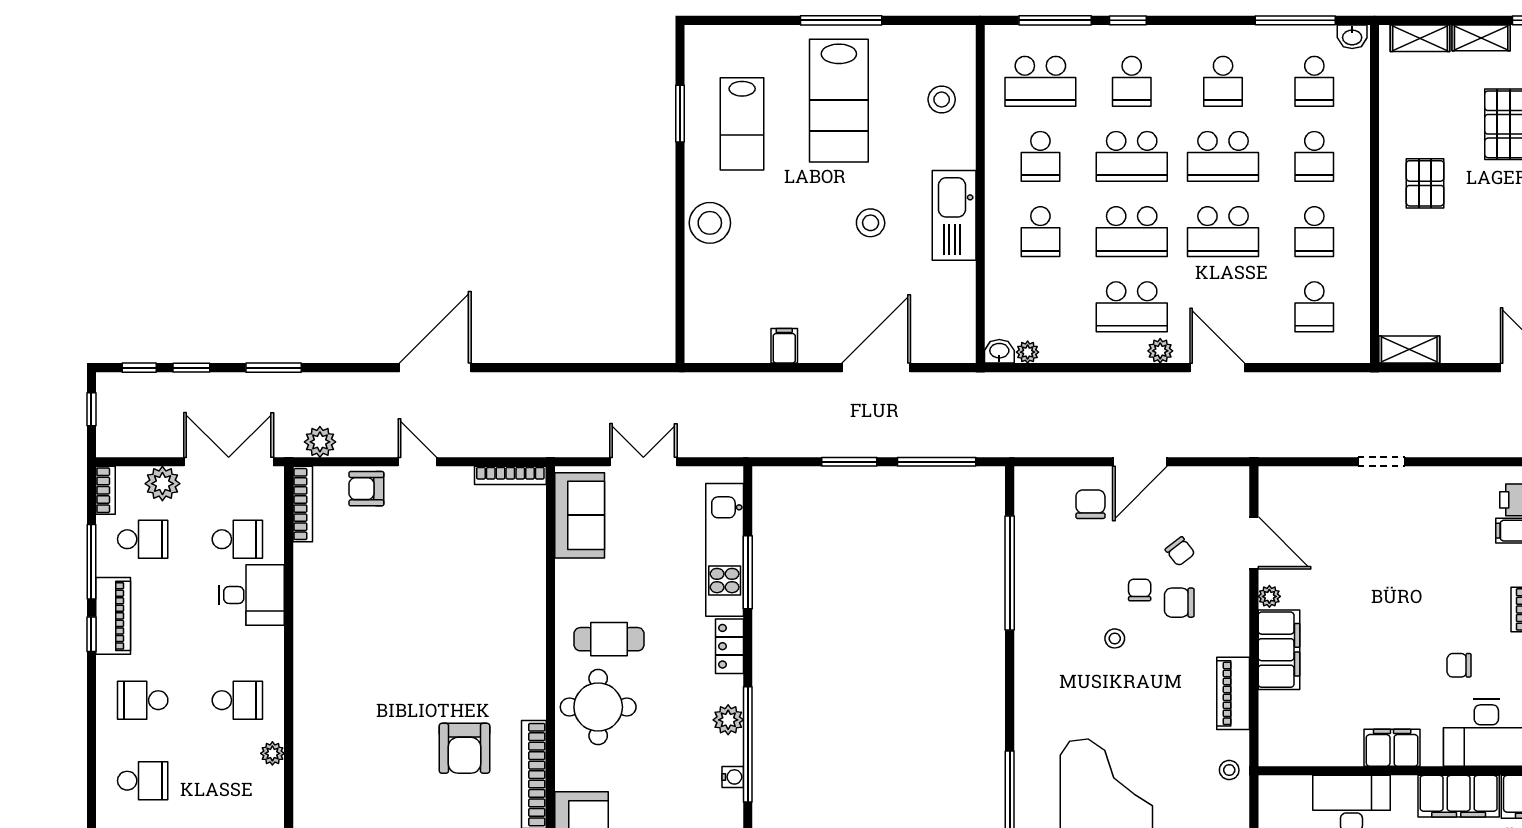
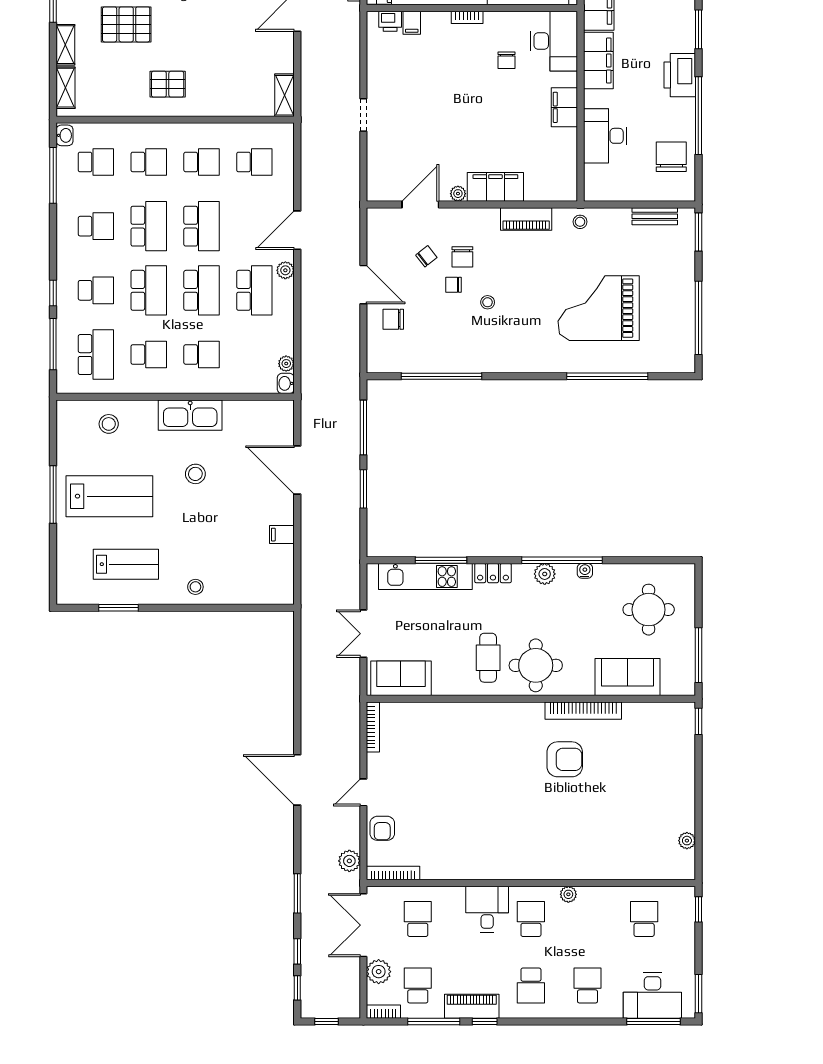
stool: (710, 223) -> (195, 587), width x0.53, depth x0.53
desk: (251, 595) -> (487, 909), moved

